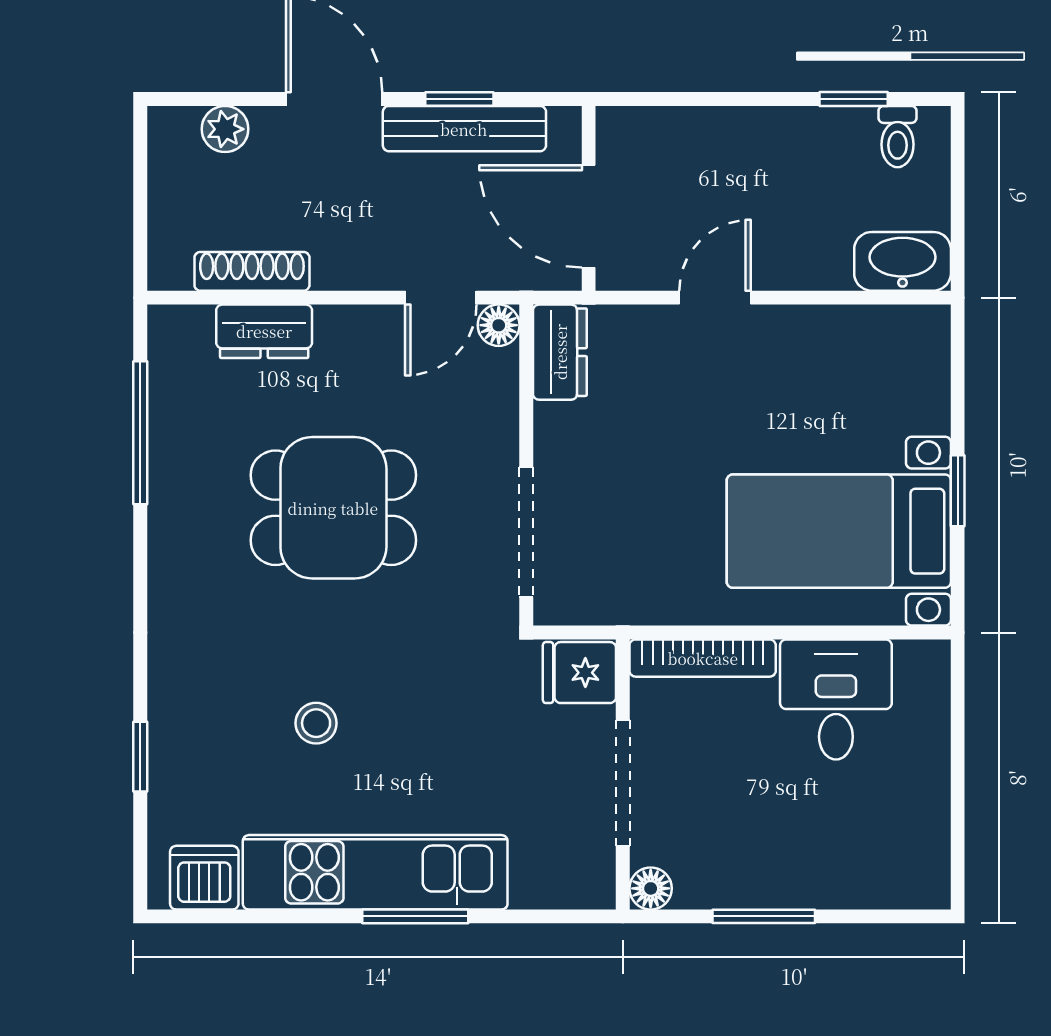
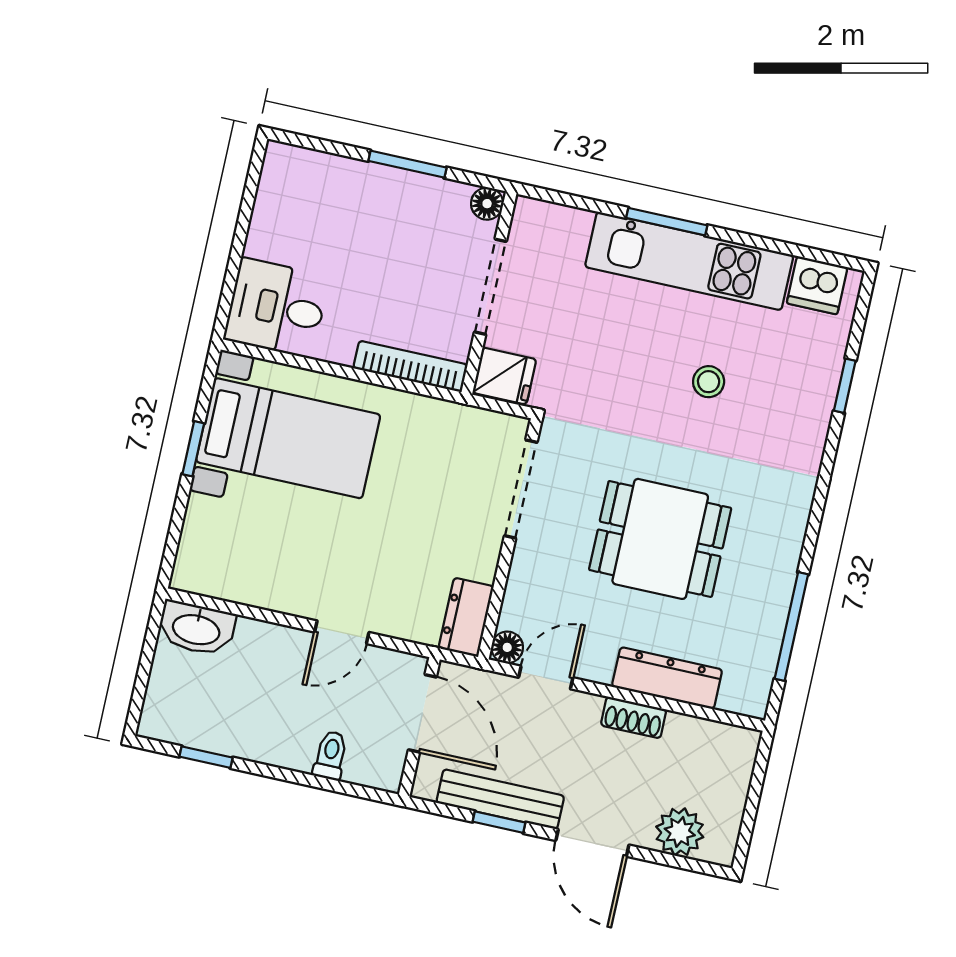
plant: (225, 129) -> (680, 832), width x1.38, depth x1.38
toilet: (898, 137) -> (330, 755), moved
shoe rack: (252, 271) -> (634, 717), moved, width x0.70
dresser: (264, 331) -> (667, 678), width x1.44
desk: (836, 699) -> (277, 308), moved, turned 90

